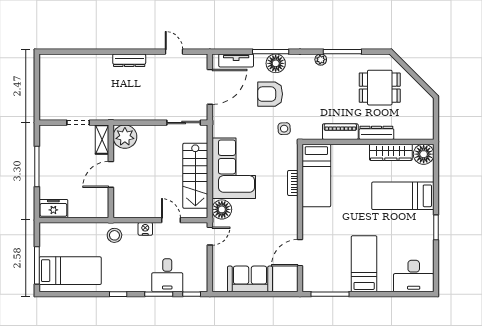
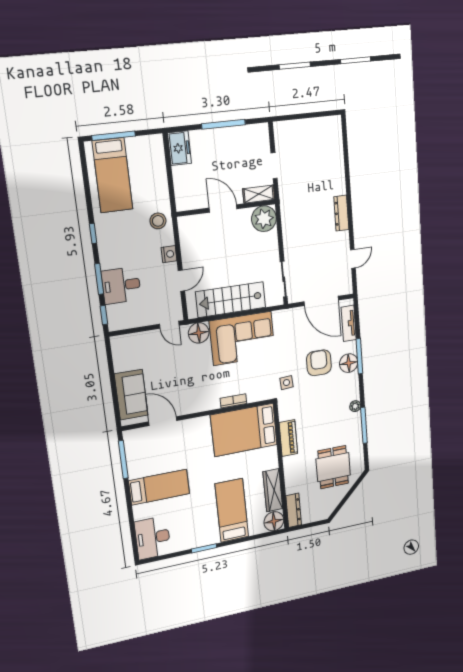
dresser: (376, 133) -> (294, 510), moved
bed: (316, 175) -> (244, 430), width x1.50
sofa: (250, 279) -> (131, 395), moved

